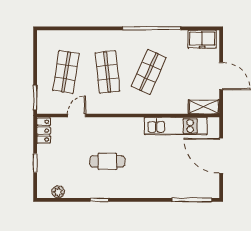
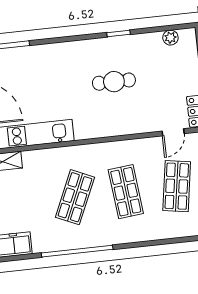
door: (77, 116) -> (173, 132), moved

